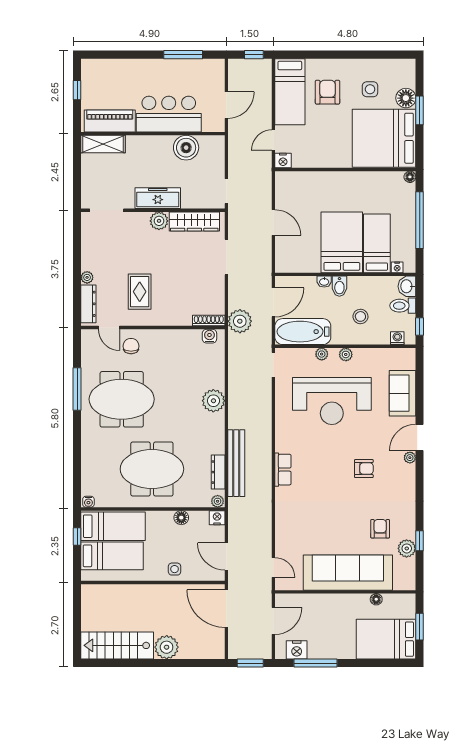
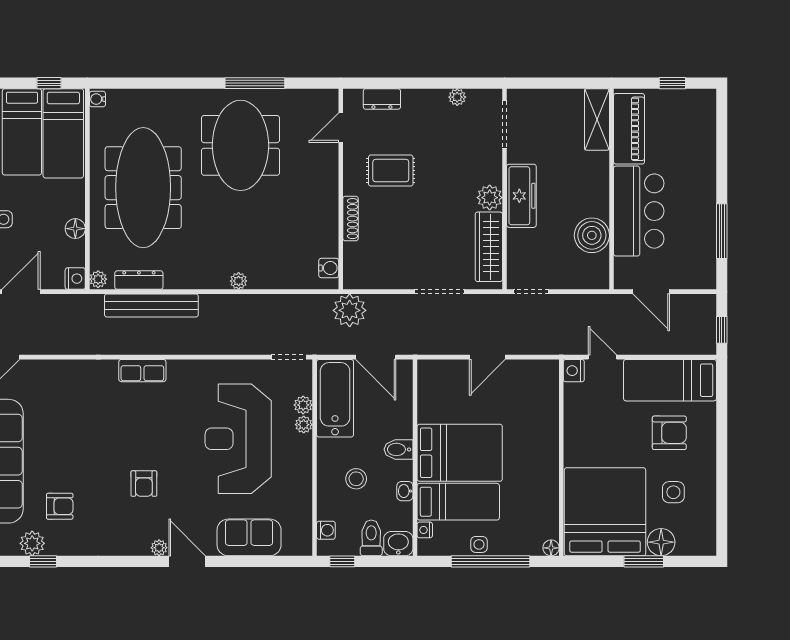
side table: (407, 228) -> (479, 544), added
plant: (87, 277) -> (457, 97), moved
washbasin: (324, 282) -> (405, 491), moved
dresser: (88, 304) -> (382, 99), width x0.70
shoe rack: (209, 321) -> (351, 219), moved
chair: (131, 346) -> (315, 158), removed
plant: (346, 354) -> (303, 405), moved
plant: (213, 401) -> (239, 281), width x0.53, depth x0.53
meeting table: (152, 469) -> (143, 188), width x1.36

